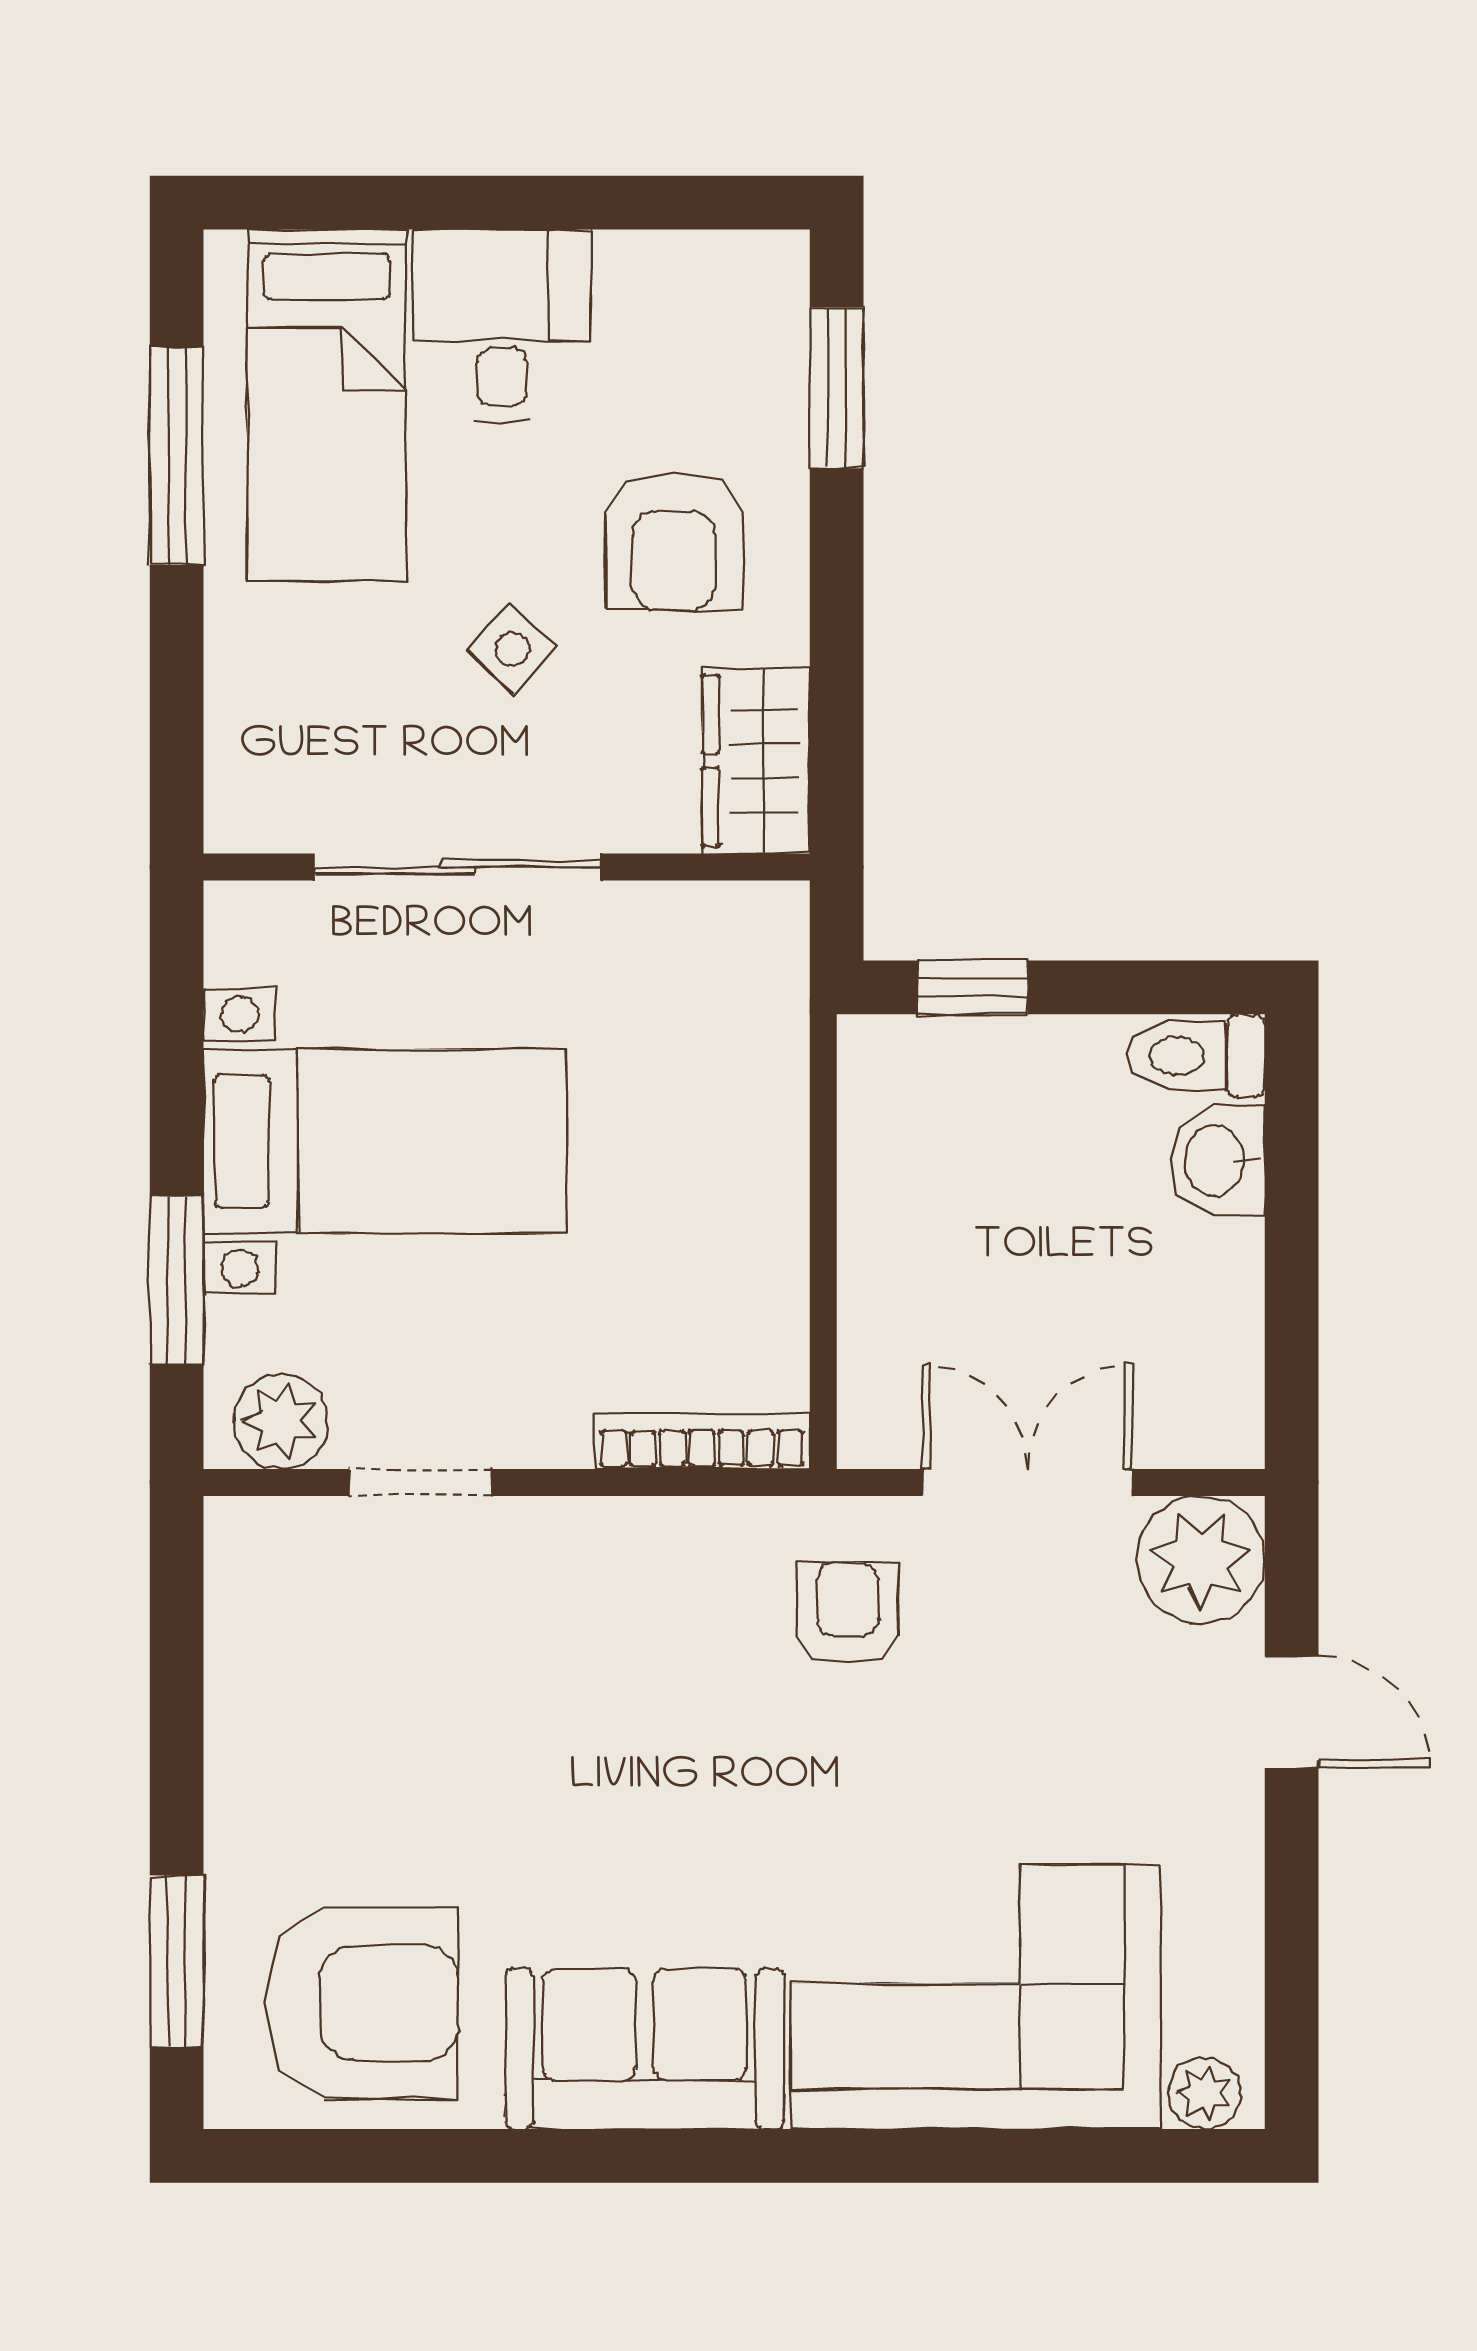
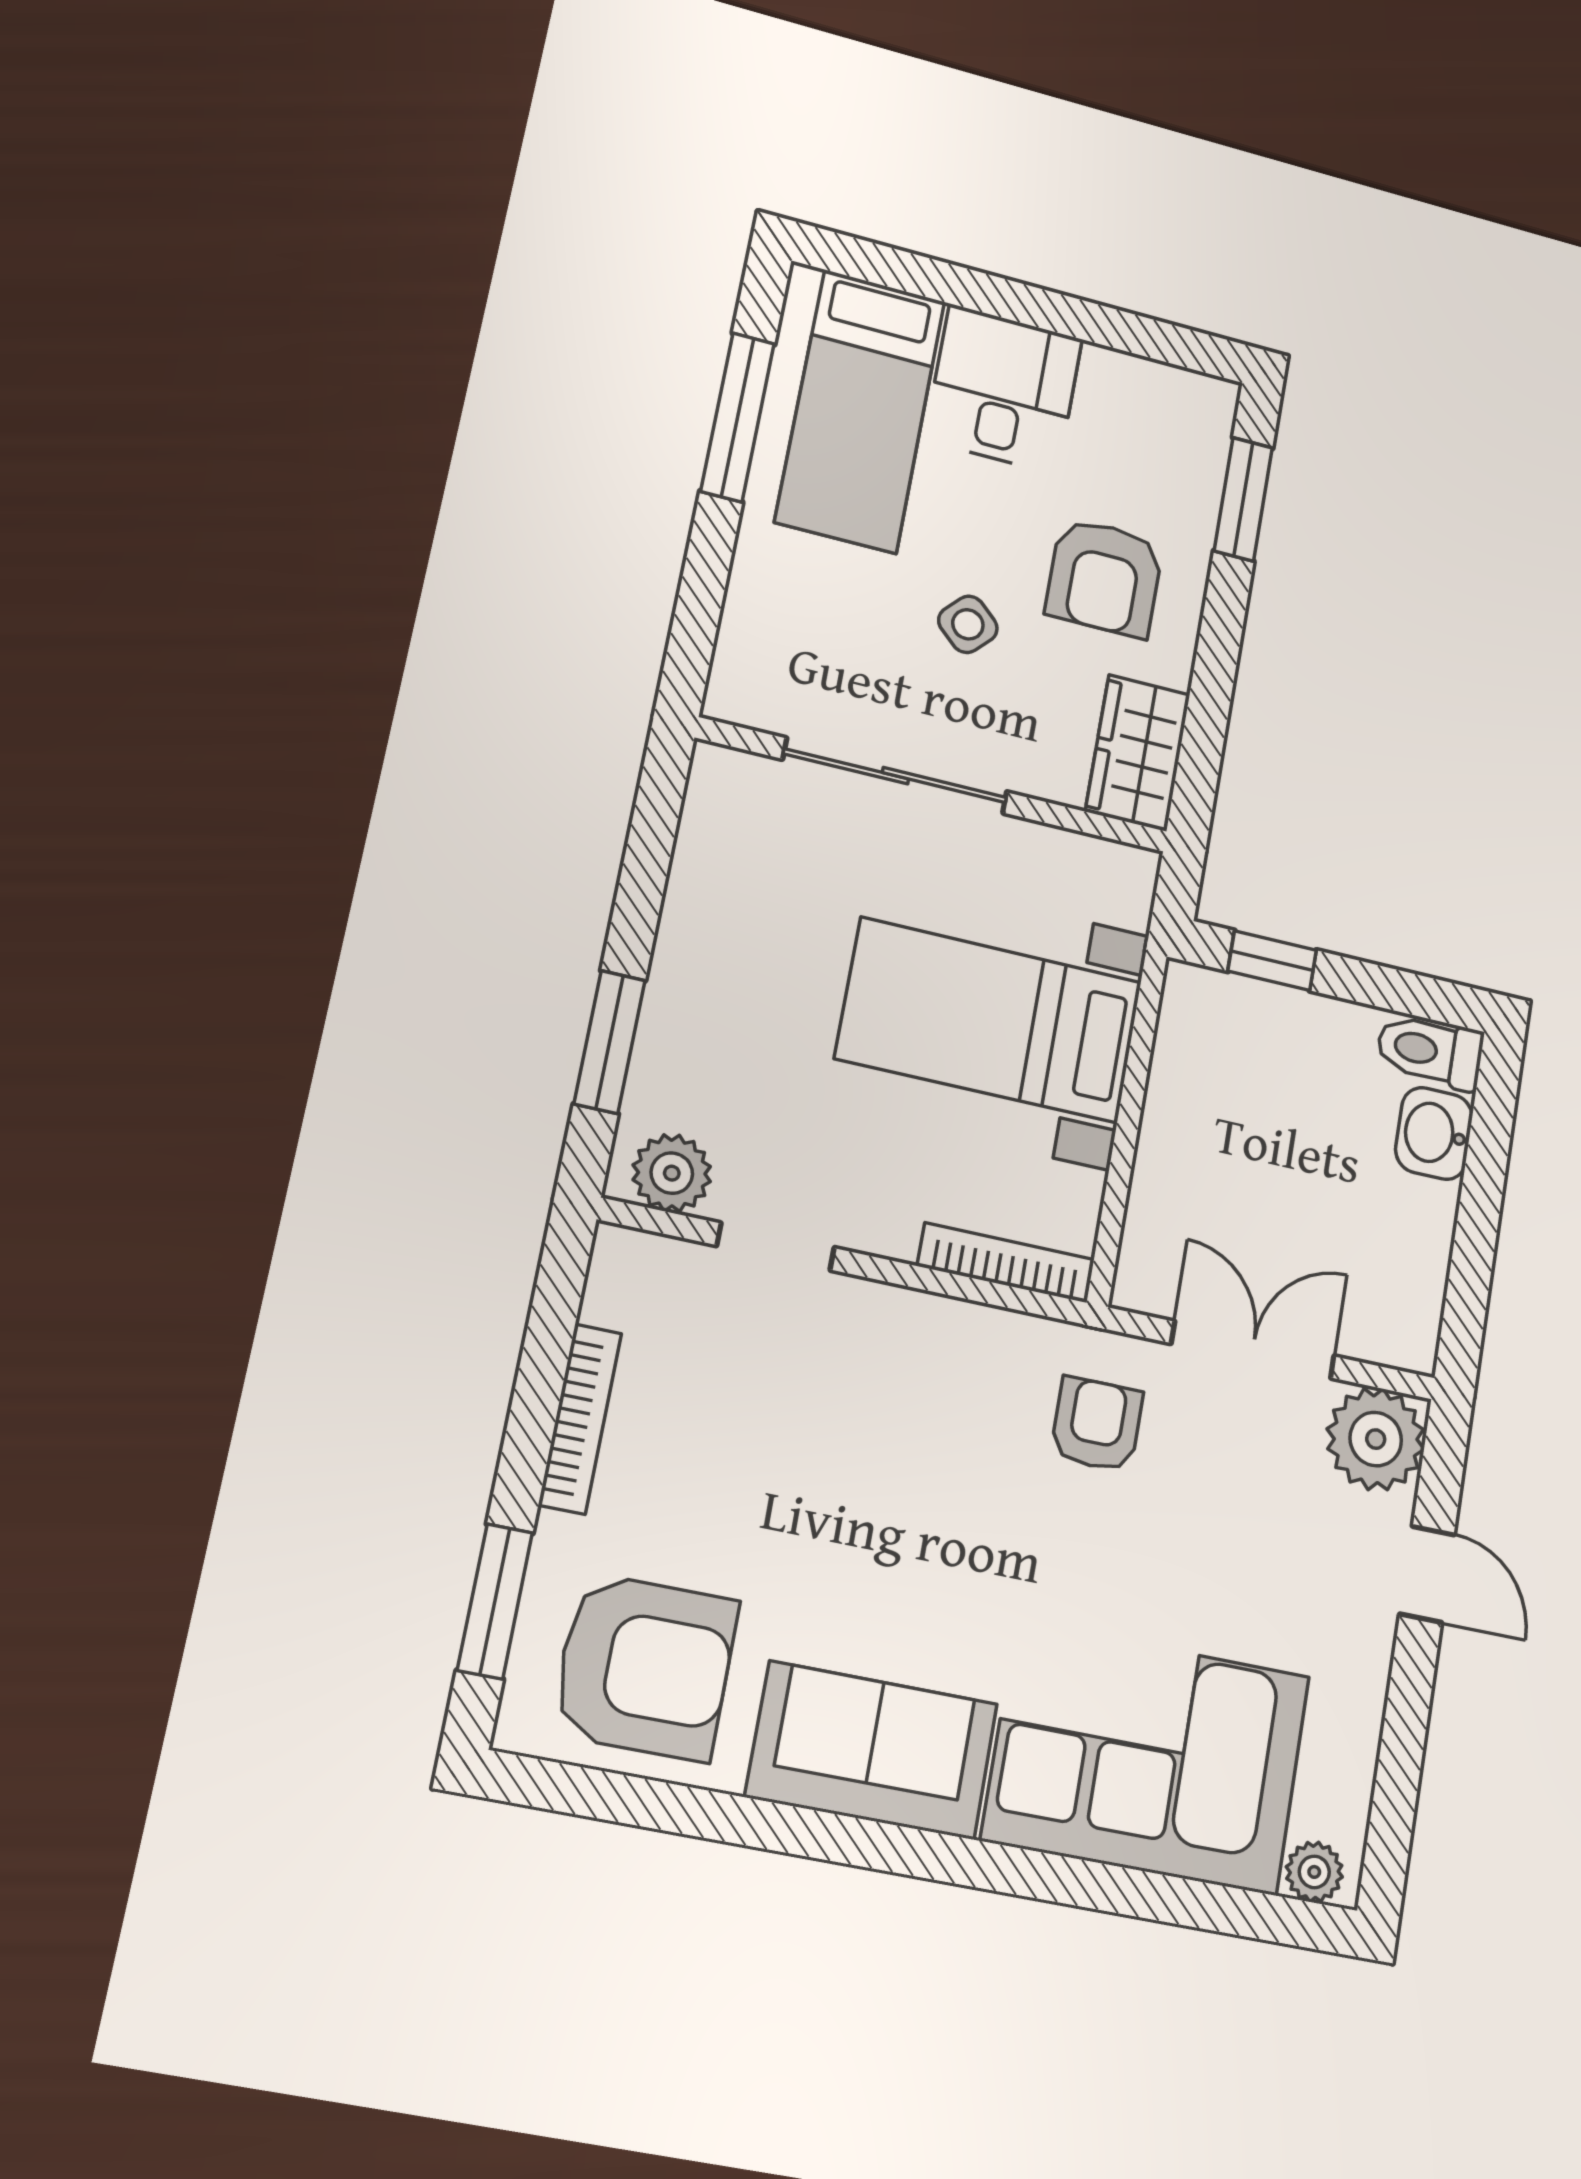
bed with nightstands: (385, 1141) -> (989, 1020), moved, turned 180
bookcase: (231, 1734) -> (580, 1419), added

